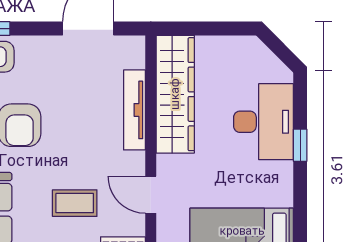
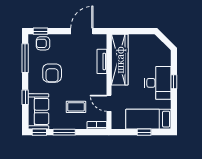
tv unit: (134, 110) -> (102, 61), width x0.71
desk: (263, 122) -> (158, 83), moved

